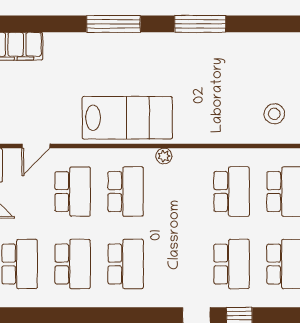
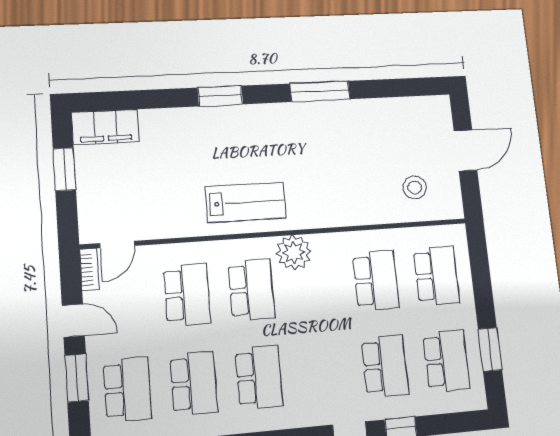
window: (114, 24) -> (220, 96), width x0.69
lab bench: (127, 118) -> (246, 202), width x0.73, depth x0.72
door: (36, 146) -> (117, 244), moved
plant: (164, 156) -> (294, 252), width x1.88, depth x1.88

